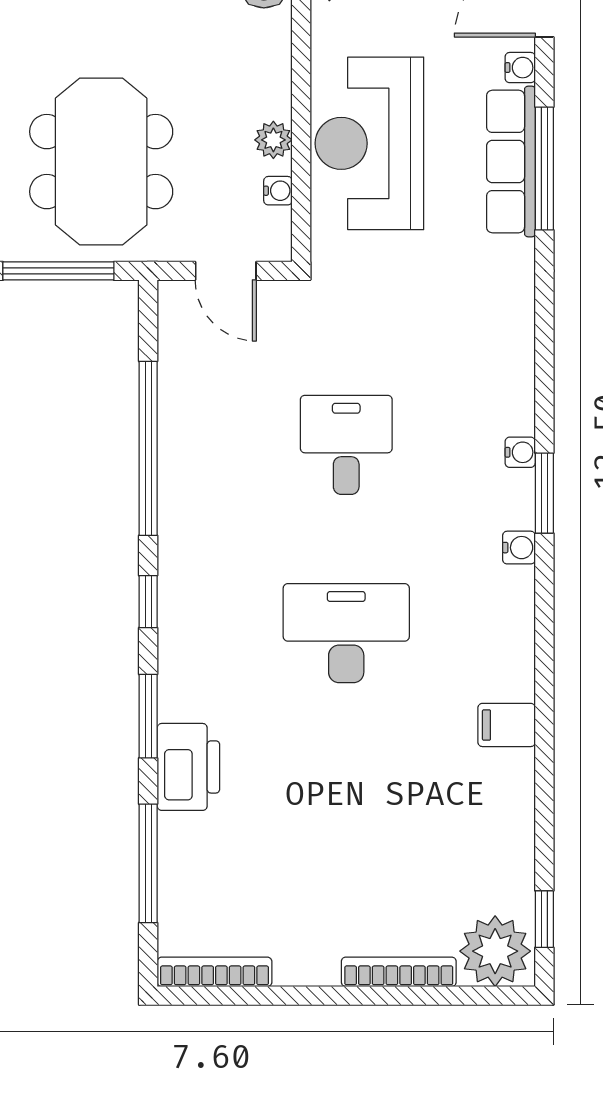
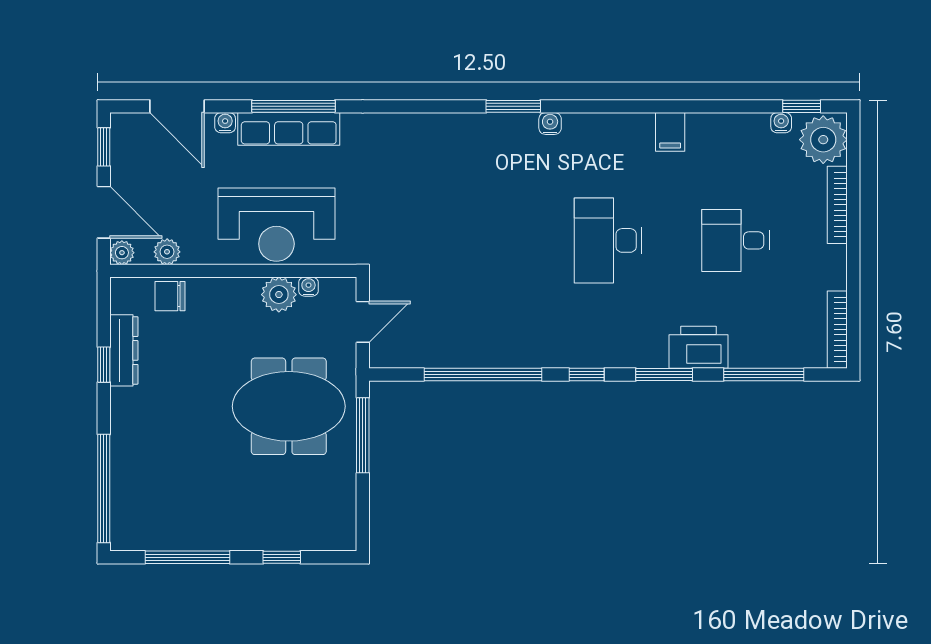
plant: (273, 140) -> (279, 295), width x1.38, depth x1.38
desk: (346, 445) -> (735, 240), moved
water cooler: (520, 452) -> (781, 123), moved

